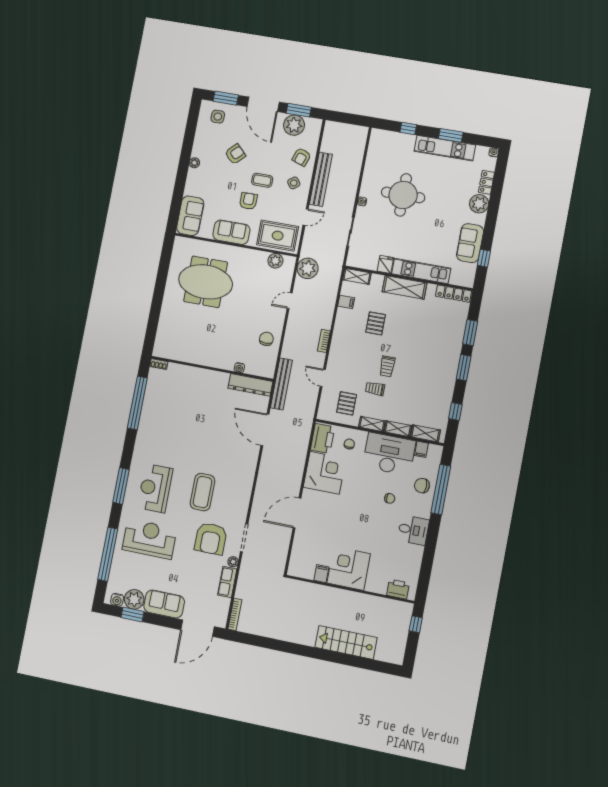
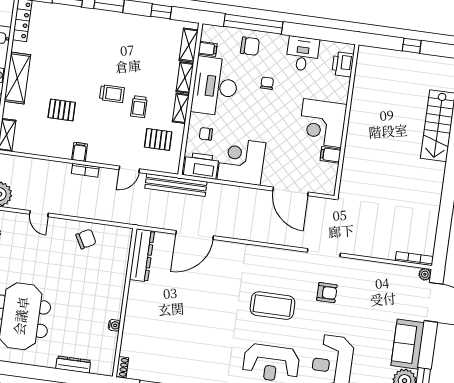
filing cabinet: (346, 302) -> (80, 152), moved
dresser: (163, 324) -> (73, 365), added
chair: (266, 339) -> (86, 239), turned 151
water cooler: (239, 368) -> (114, 325), moved
bench: (281, 384) -> (176, 185), moved
chair: (422, 486) -> (250, 46), turned -90
armchair: (211, 539) -> (327, 293), width x0.53, depth x0.53
plant: (233, 562) -> (425, 274), moved
corner desk: (349, 568) -> (322, 123), moved
filing cabinet: (321, 574) -> (331, 155), moved
row of seats: (227, 582) -> (377, 270), removed
wall: (350, 589) -> (347, 120), moved
printer: (398, 589) -> (343, 64), moved

